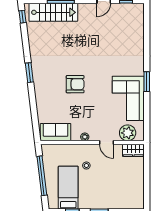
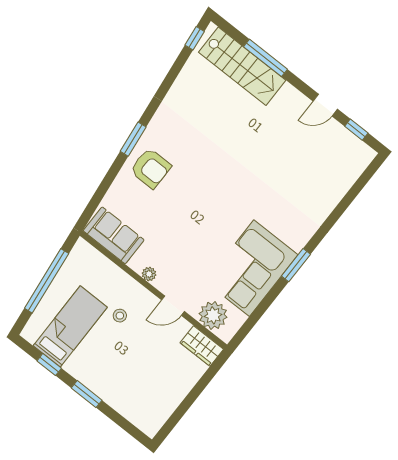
window: (29, 73) -> (133, 139), moved
armchair: (75, 84) -> (151, 168), moved
door: (106, 142) -> (173, 306), hinge flipped

